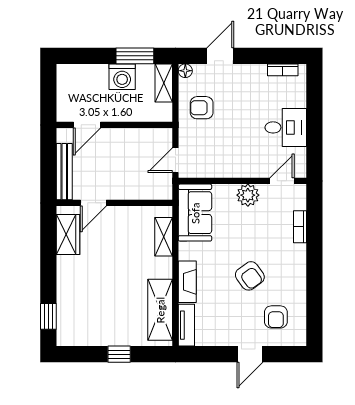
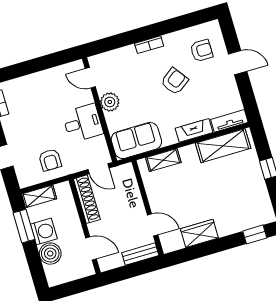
floor lamp: (185, 71) -> (24, 182), removed
boiler: (95, 77) -> (50, 254), added
desk: (286, 127) -> (83, 123), moved, turned 90
shoe rack: (145, 136) -> (87, 199), added
bench: (64, 172) -> (140, 254), width x0.73
bookcase: (300, 227) -> (149, 45), moved
wardrobe: (68, 235) -> (199, 233), moved

